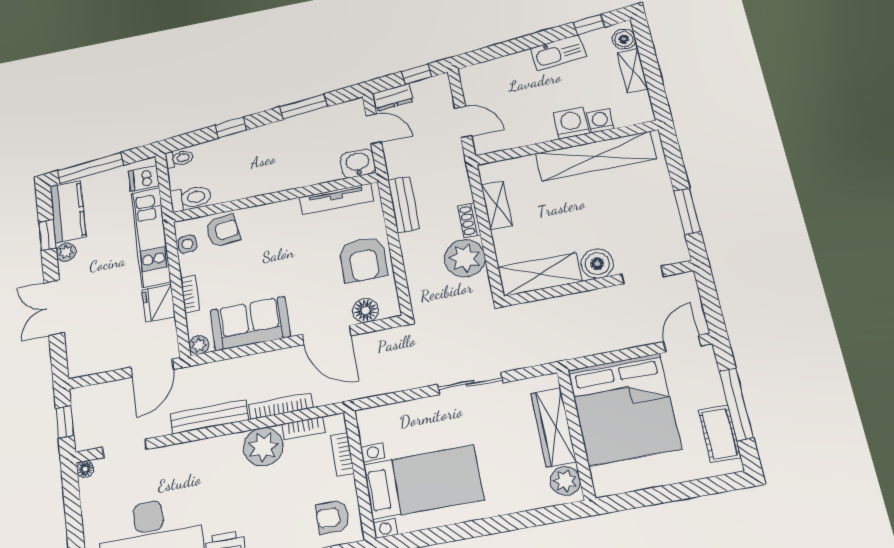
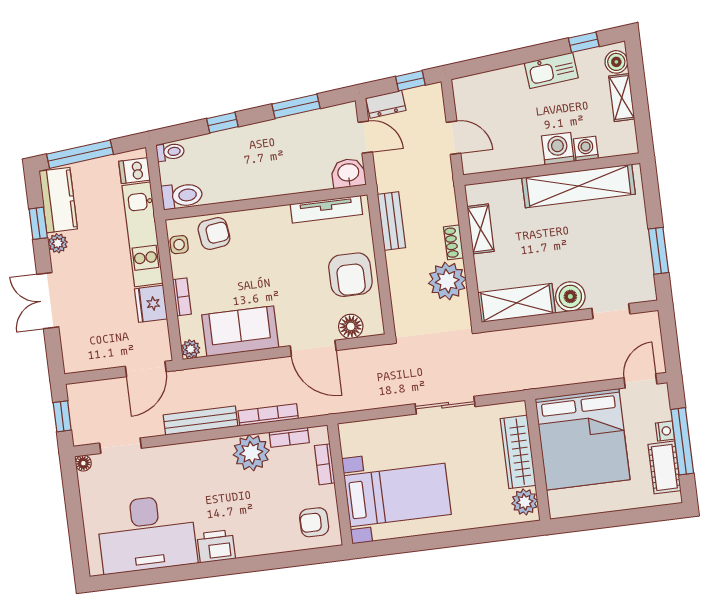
nightstand: (716, 395) -> (665, 431), added

